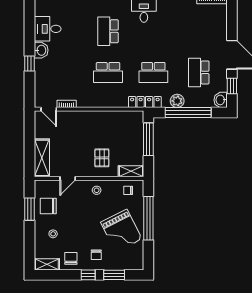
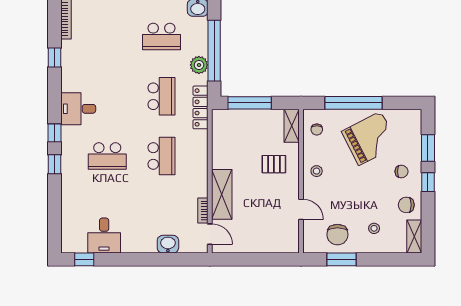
washbasin: (41, 50) -> (168, 244), moved
window: (29, 64) -> (84, 259), moved
door: (49, 109) -> (210, 234), hinge flipped
shelving: (42, 158) -> (222, 194), moved, turned 90

